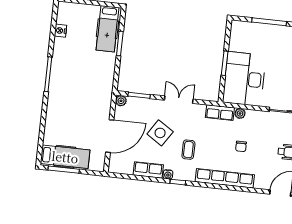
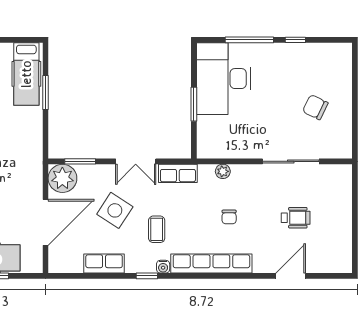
desk: (244, 79) -> (224, 79), moved
double door: (179, 100) -> (136, 161), swing flipped
plant: (121, 101) -> (62, 178), width x1.87, depth x1.87
row of seats: (220, 113) -> (178, 173), moved
water cooler: (168, 174) -> (163, 267), moved

